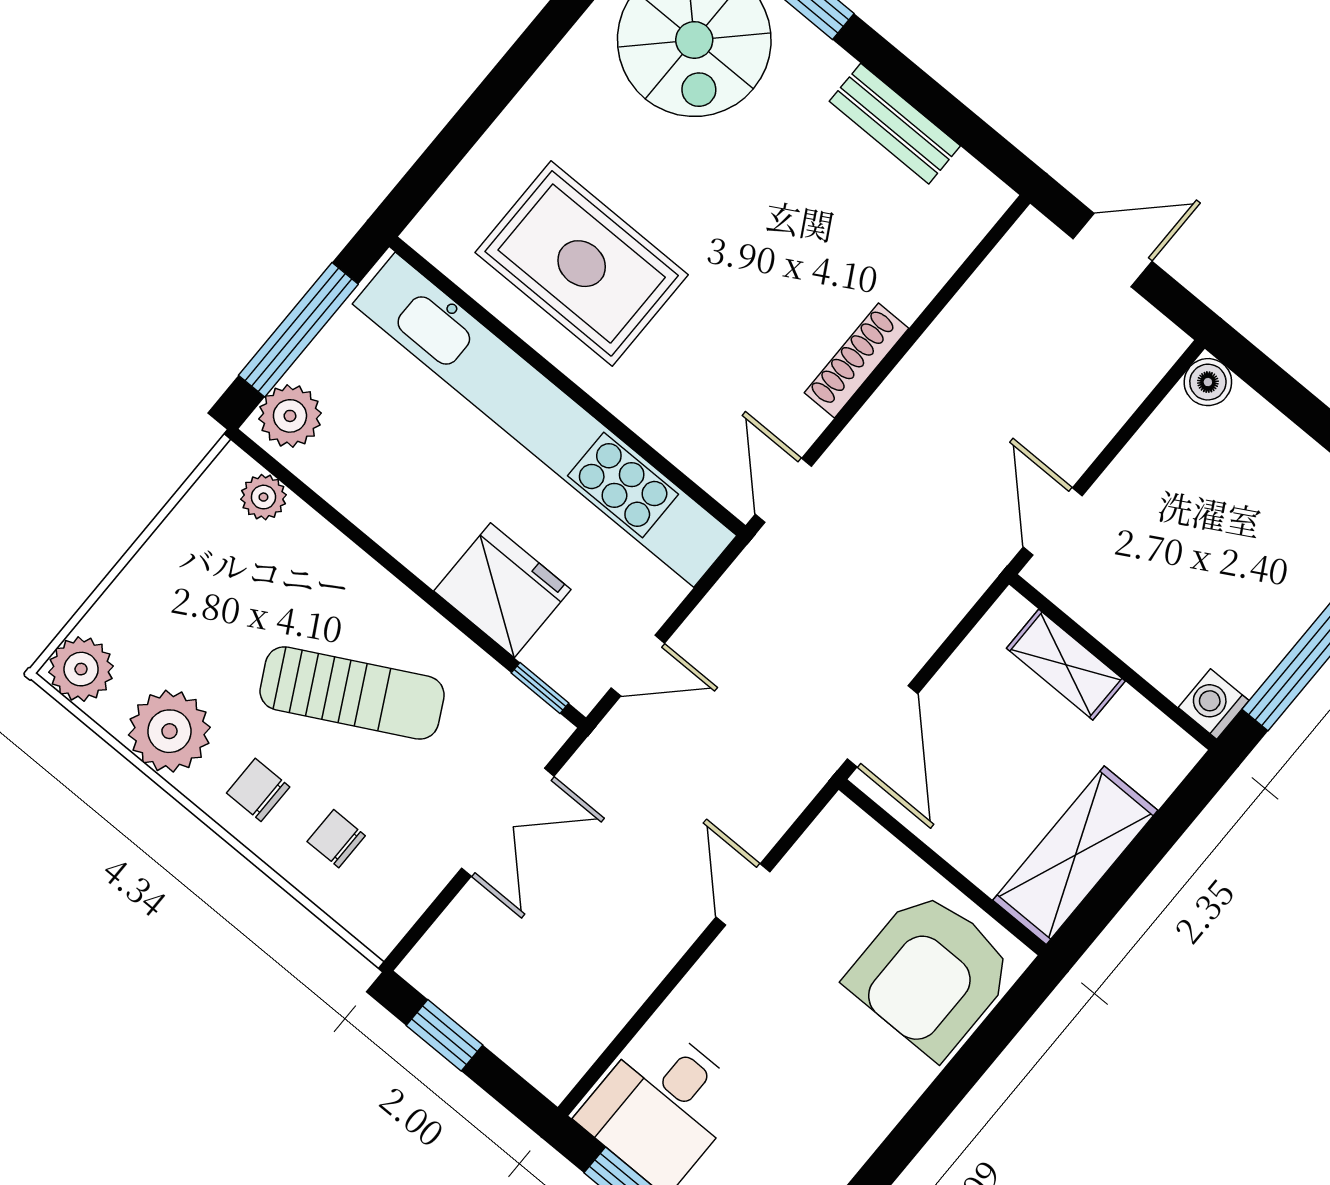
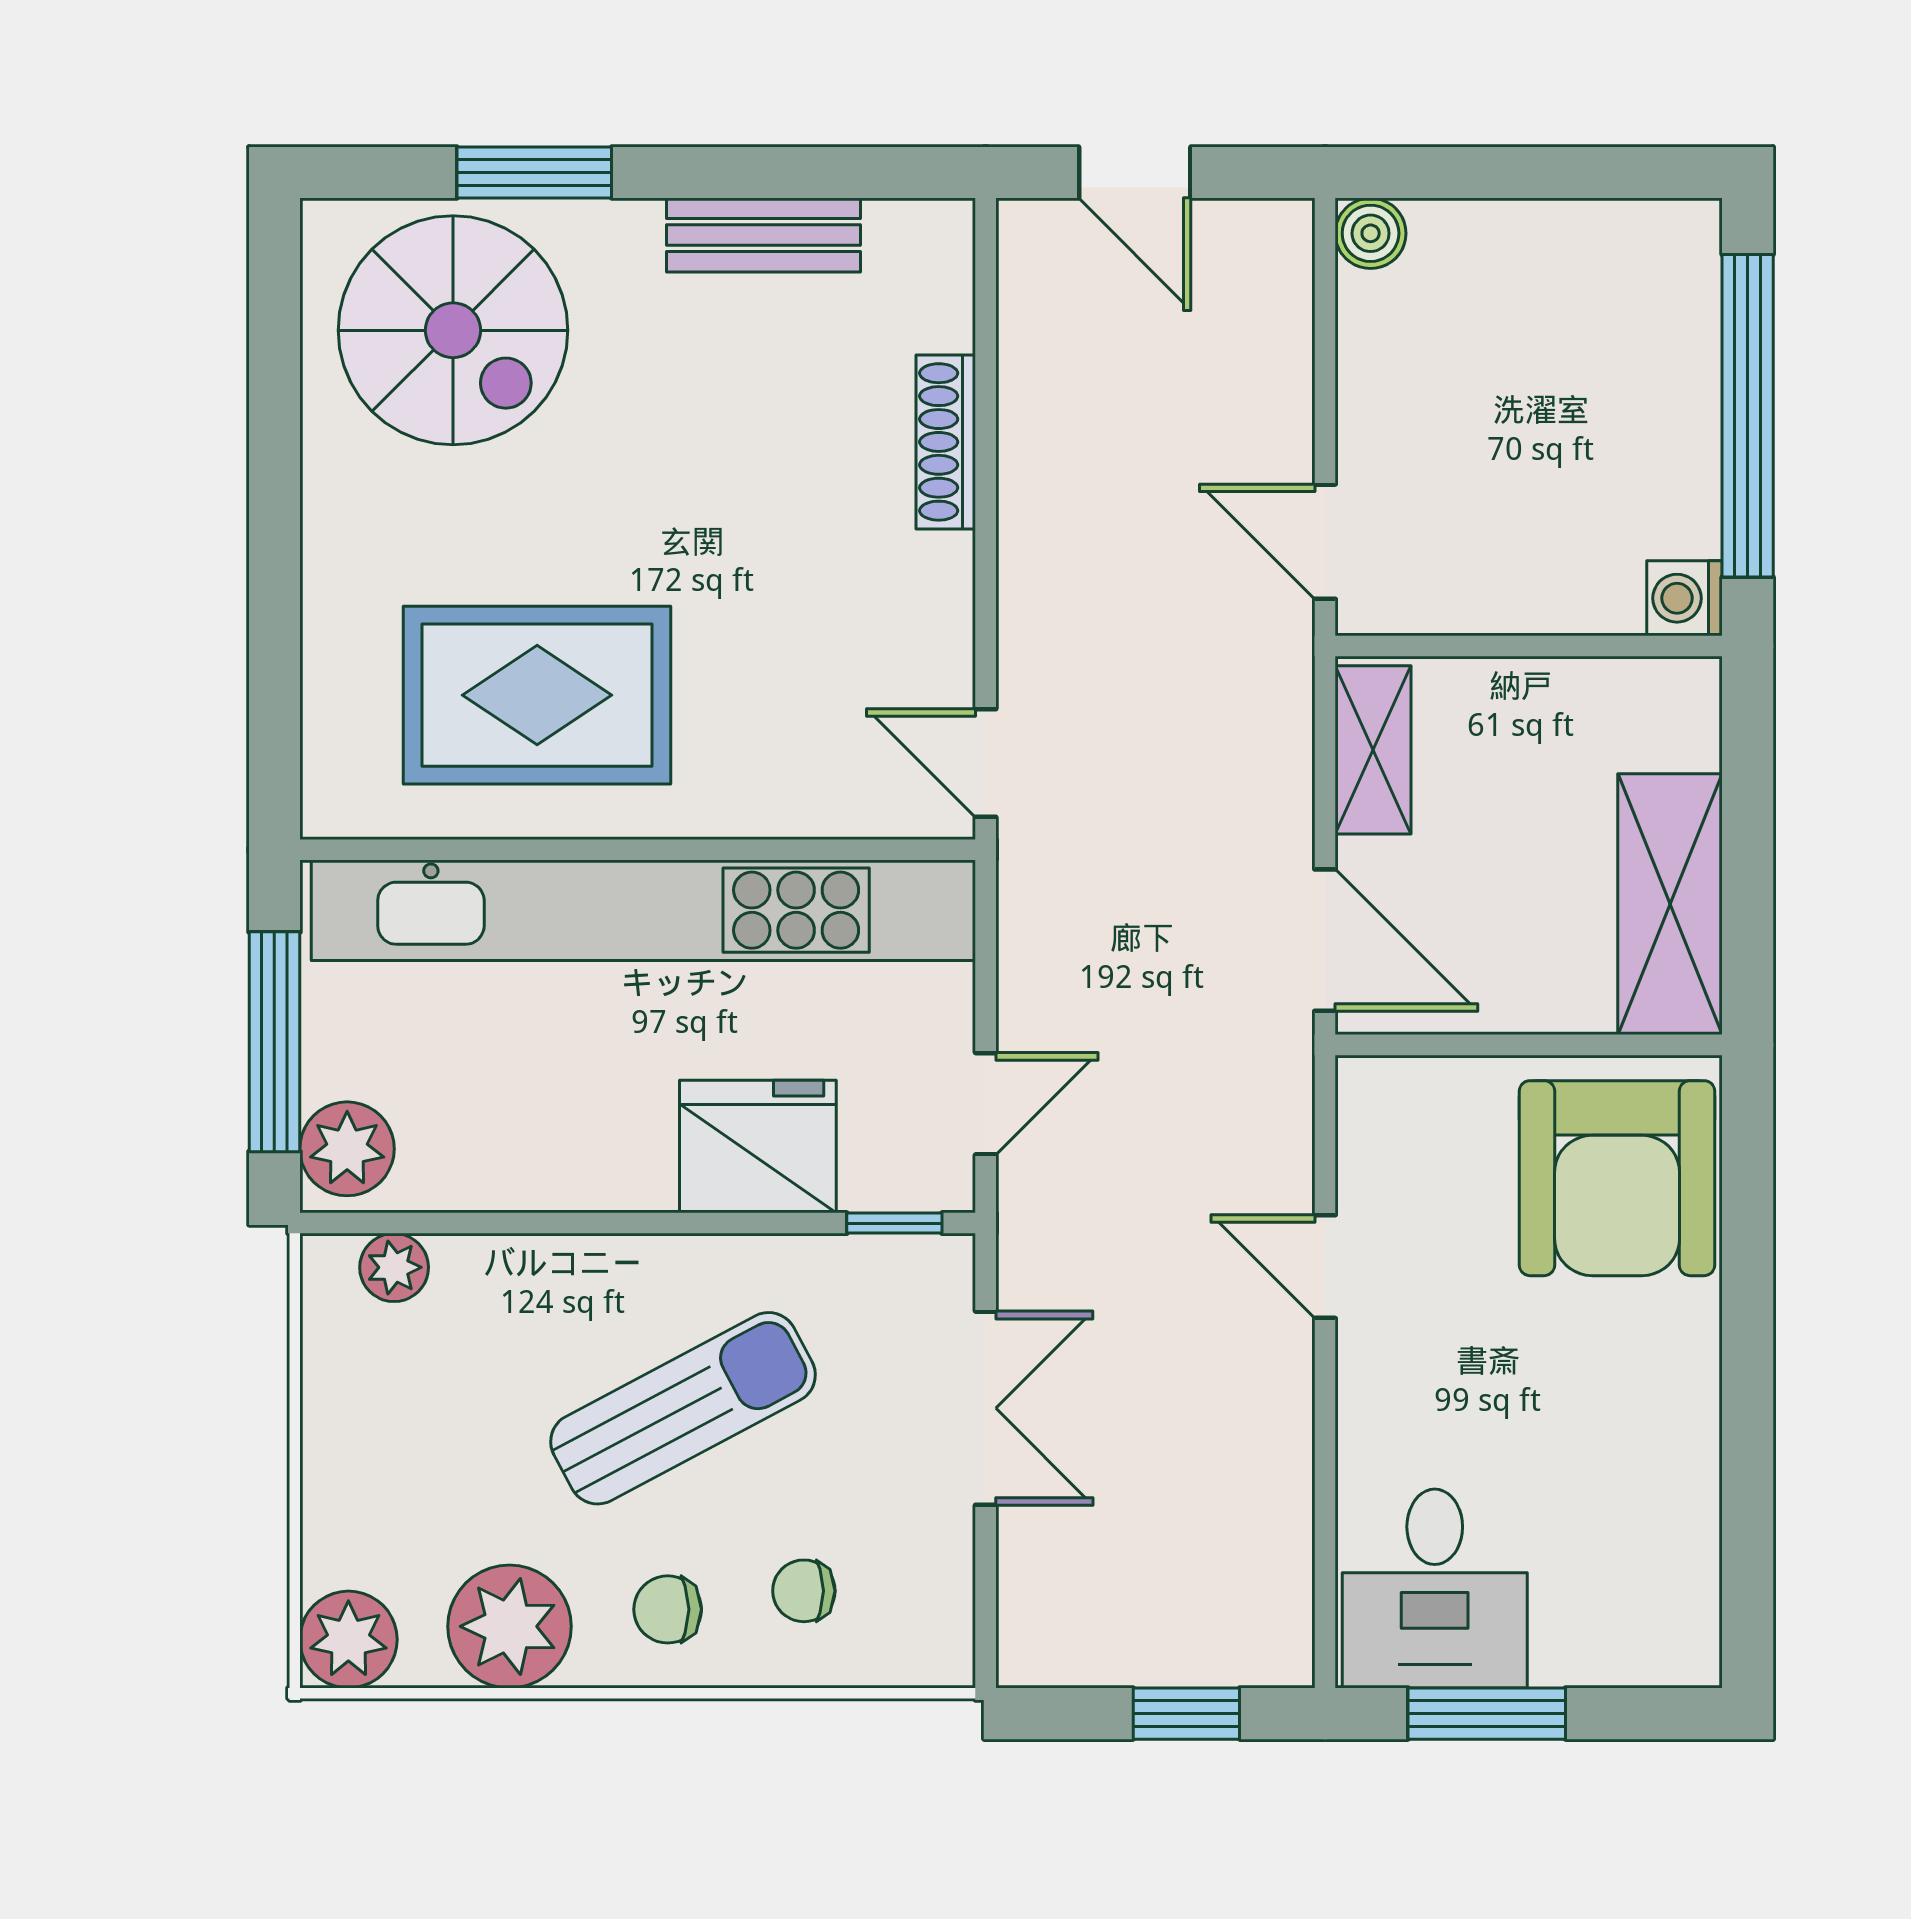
door: (1113, 250) -> (1135, 173), swing flipped
shoe rack: (857, 361) -> (946, 442), moved
shelving: (1066, 665) -> (1373, 750), moved, turned 90
window: (445, 1035) -> (1186, 1714), moved

